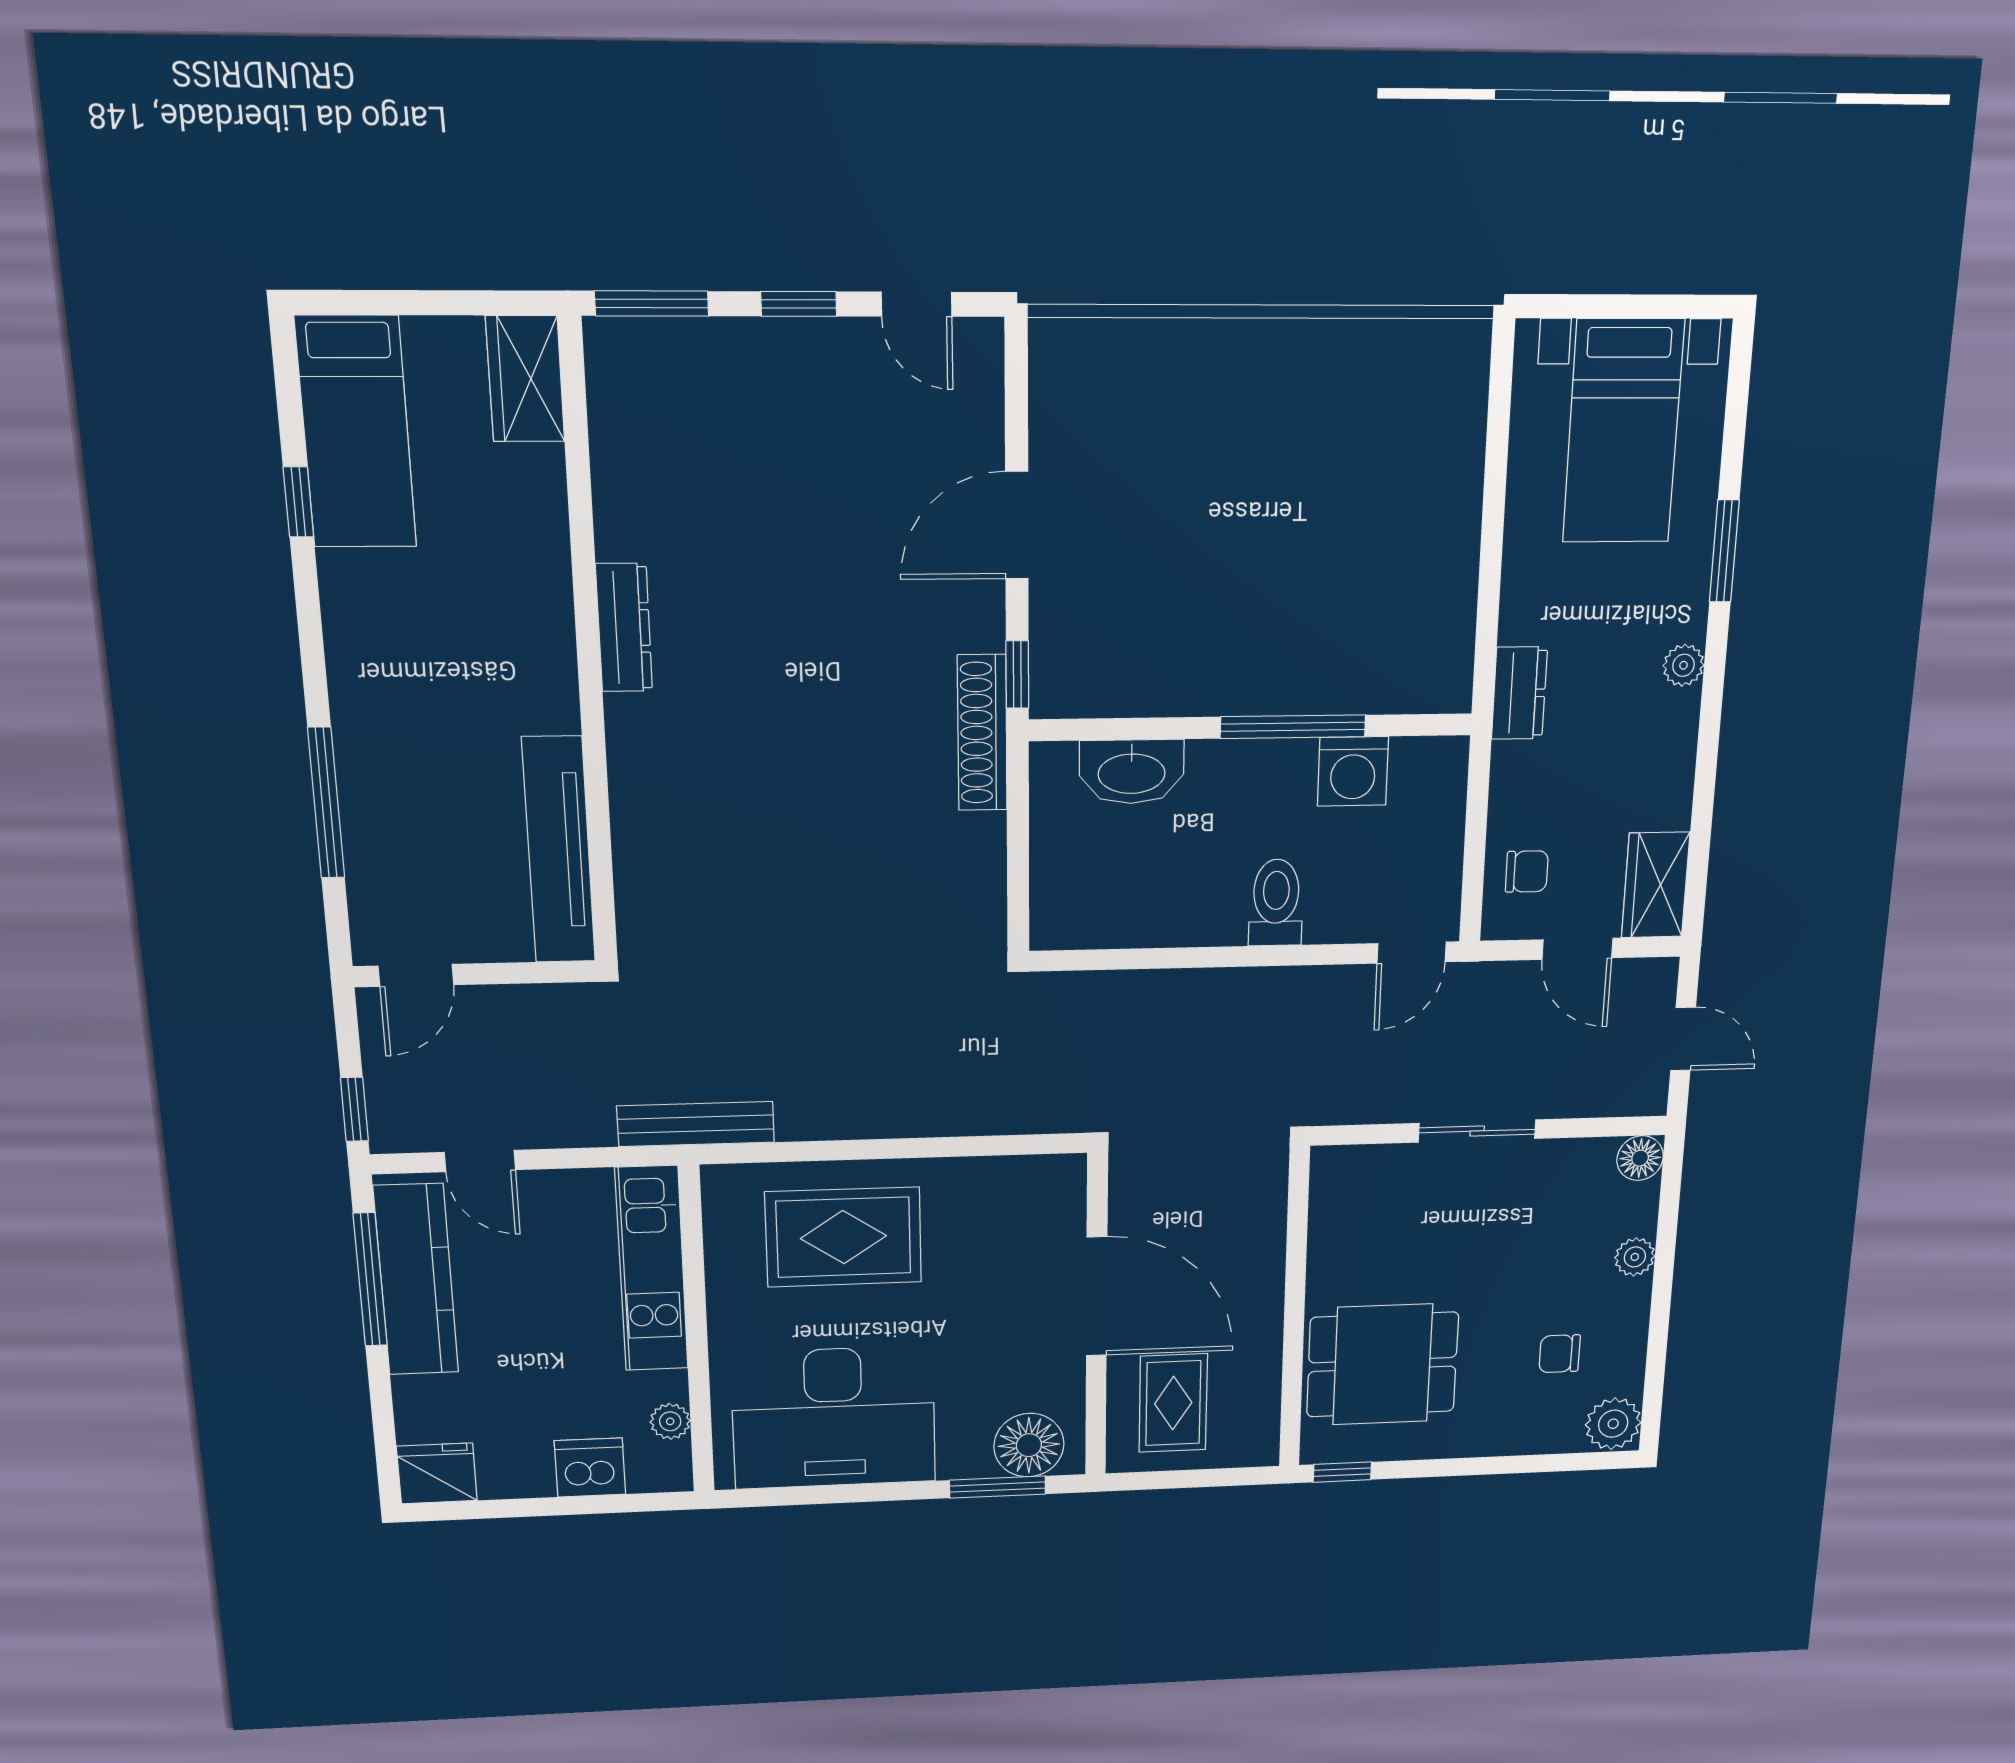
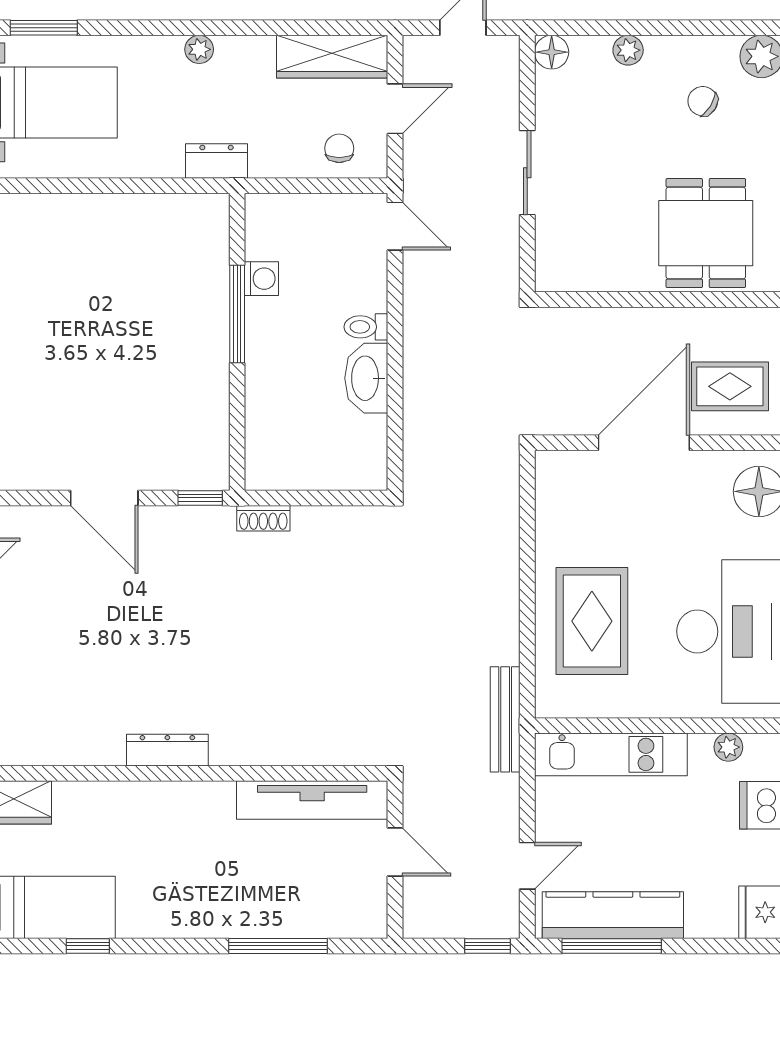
window: (1724, 551) -> (44, 28), moved
shoe rack: (982, 733) -> (263, 518), width x0.51, depth x0.81
washing machine: (1353, 771) -> (261, 279), width x0.73, depth x0.73
washbasin: (1132, 772) -> (366, 378), moved, turned 180
wardrobe: (1656, 885) -> (332, 57), width x1.50
toilet: (1276, 903) -> (366, 327), width x0.73, depth x0.72
door: (416, 975) -> (395, 852), moved
chair: (1560, 1354) -> (703, 101), turned 122

